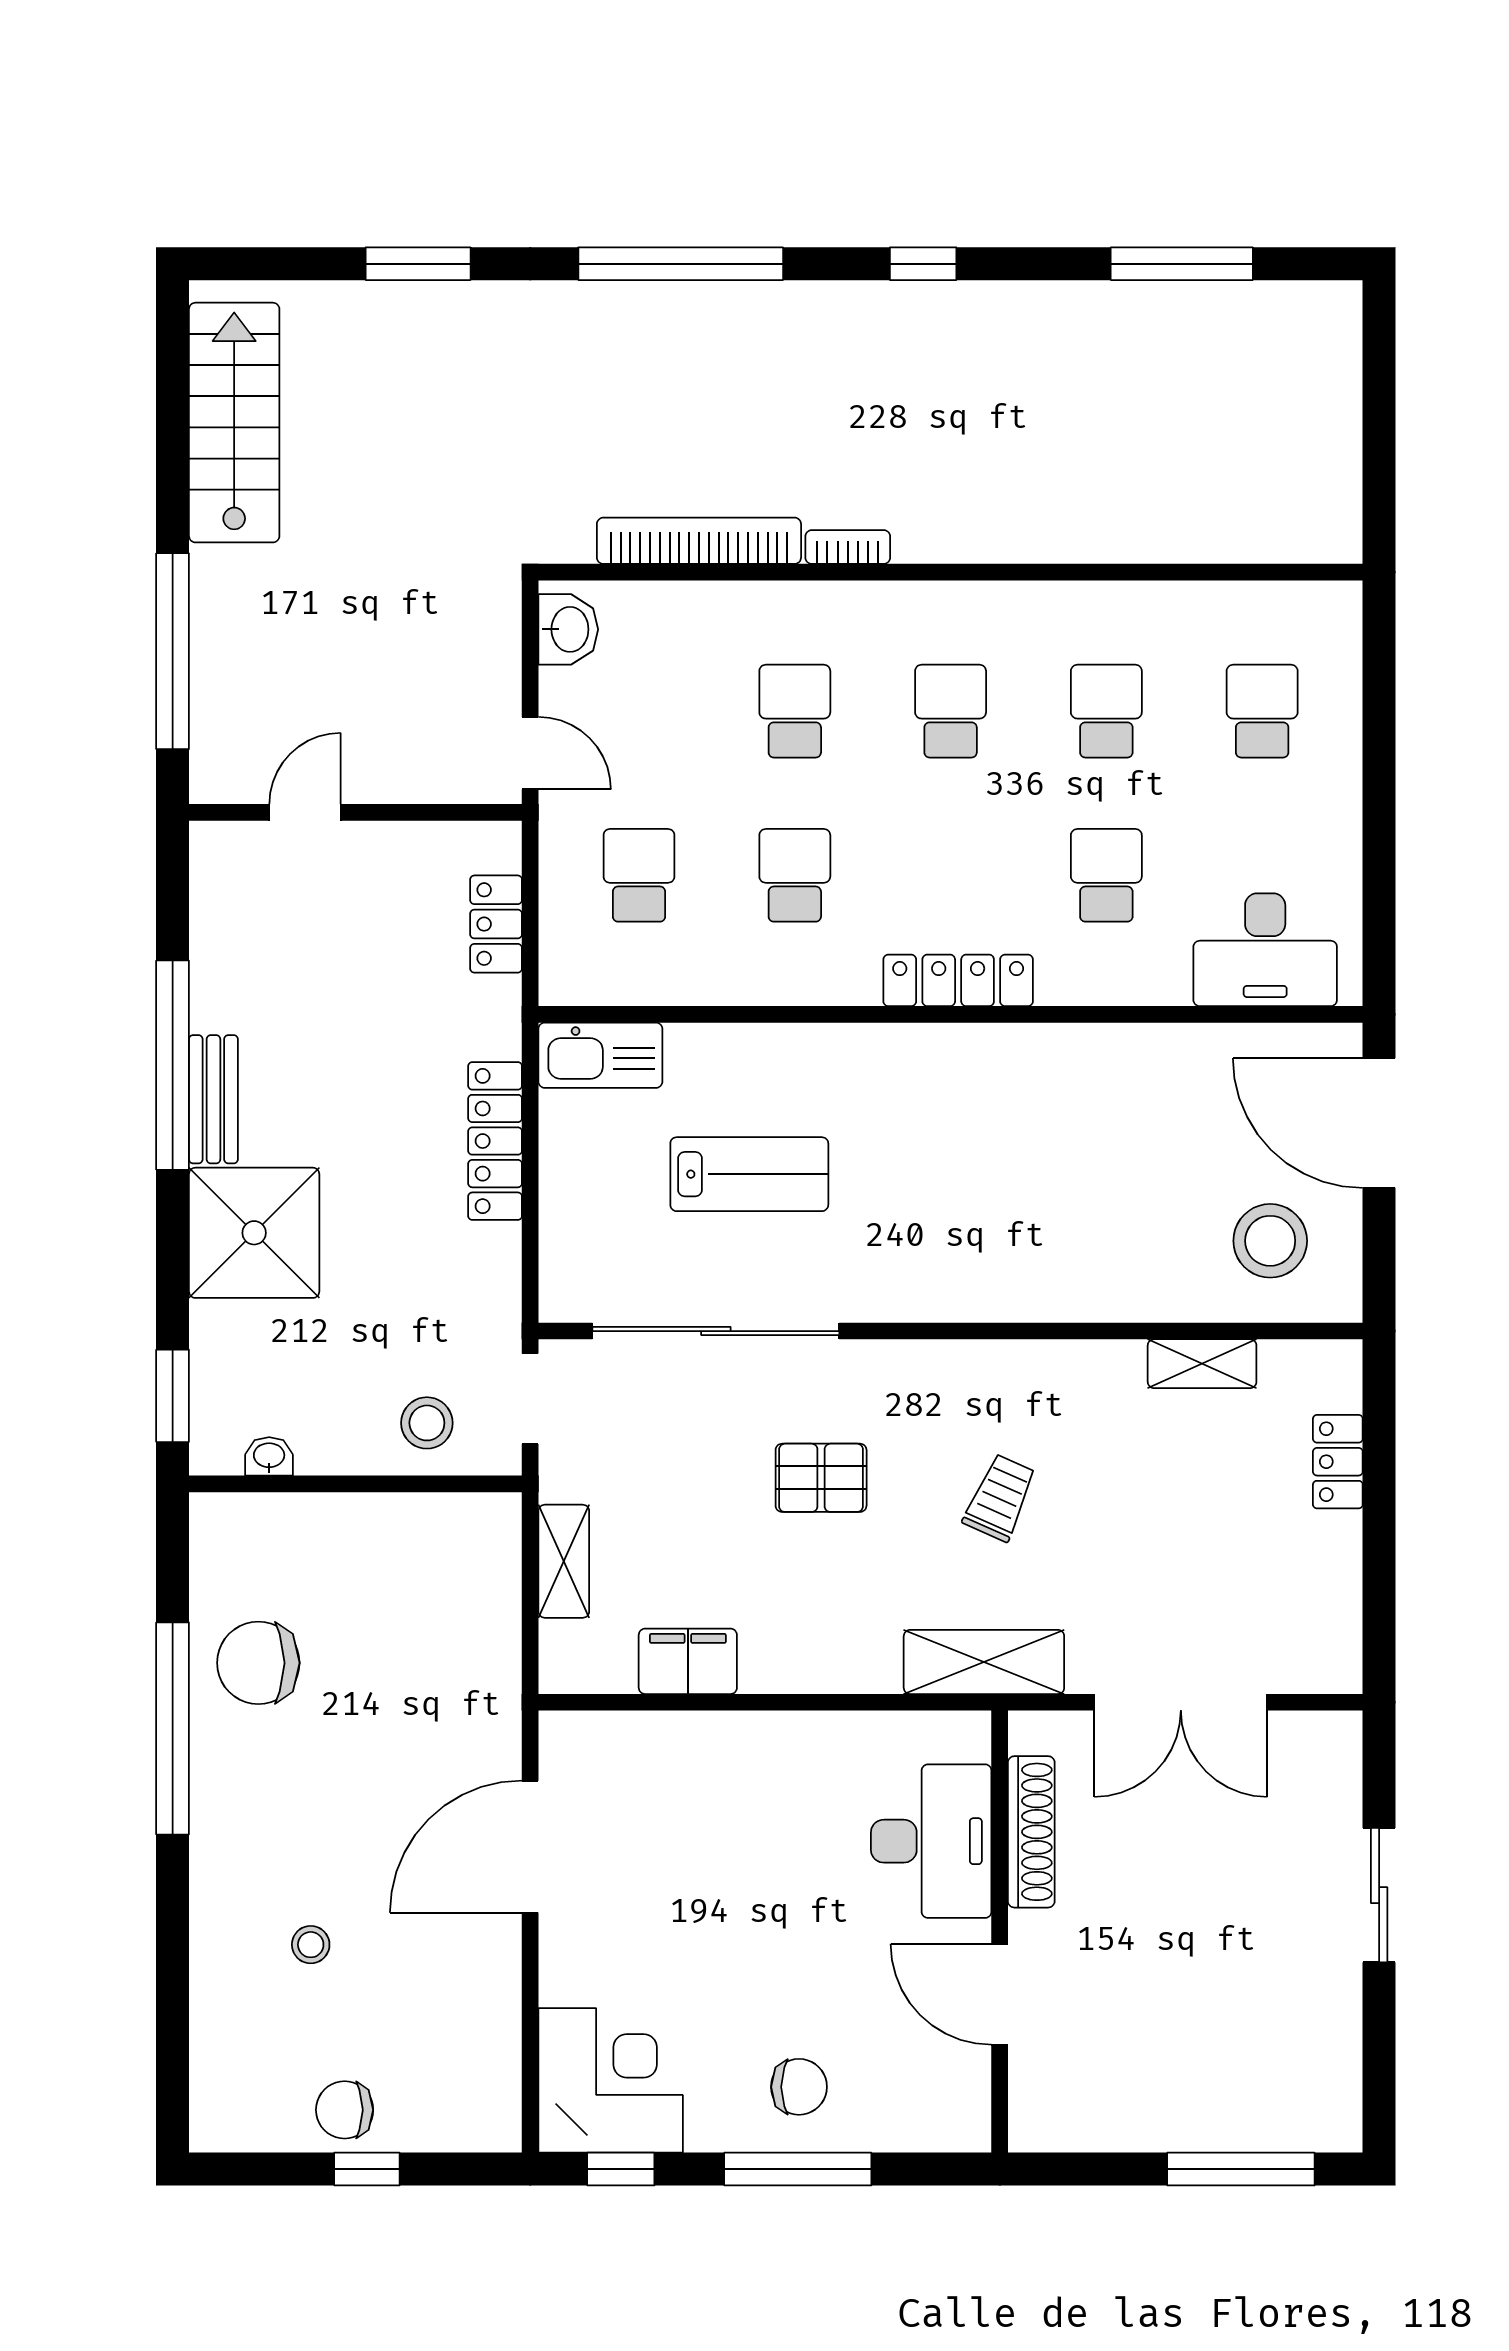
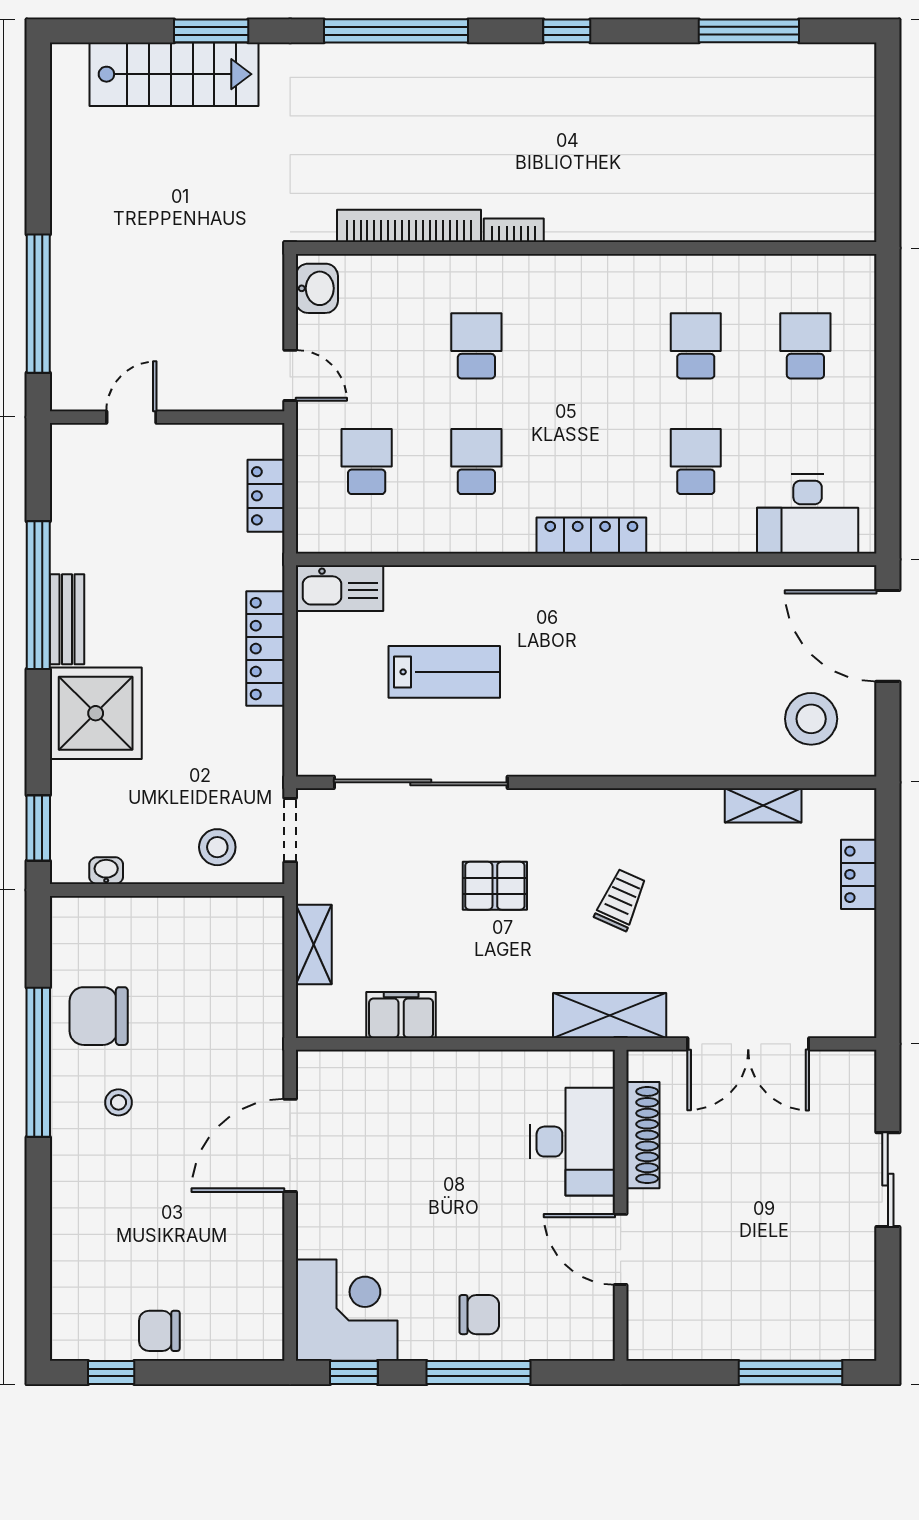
stairs: (234, 423) -> (174, 74), moved, turned 90
school desk: (951, 711) -> (586, 346), removed
stool: (311, 1945) -> (118, 1102), moved
window: (367, 2169) -> (111, 1372), moved

